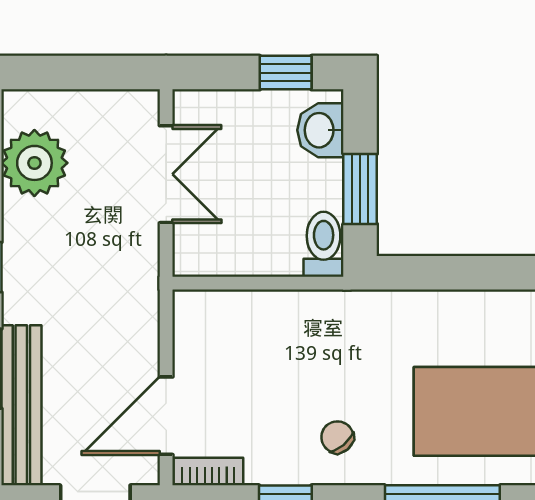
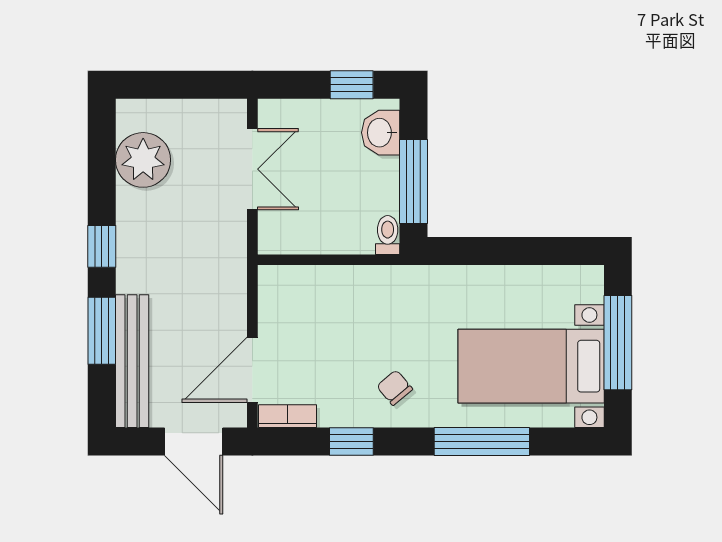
window: (360, 189) -> (413, 181), width x1.44
toilet: (324, 244) -> (388, 235), width x0.73, depth x0.72

